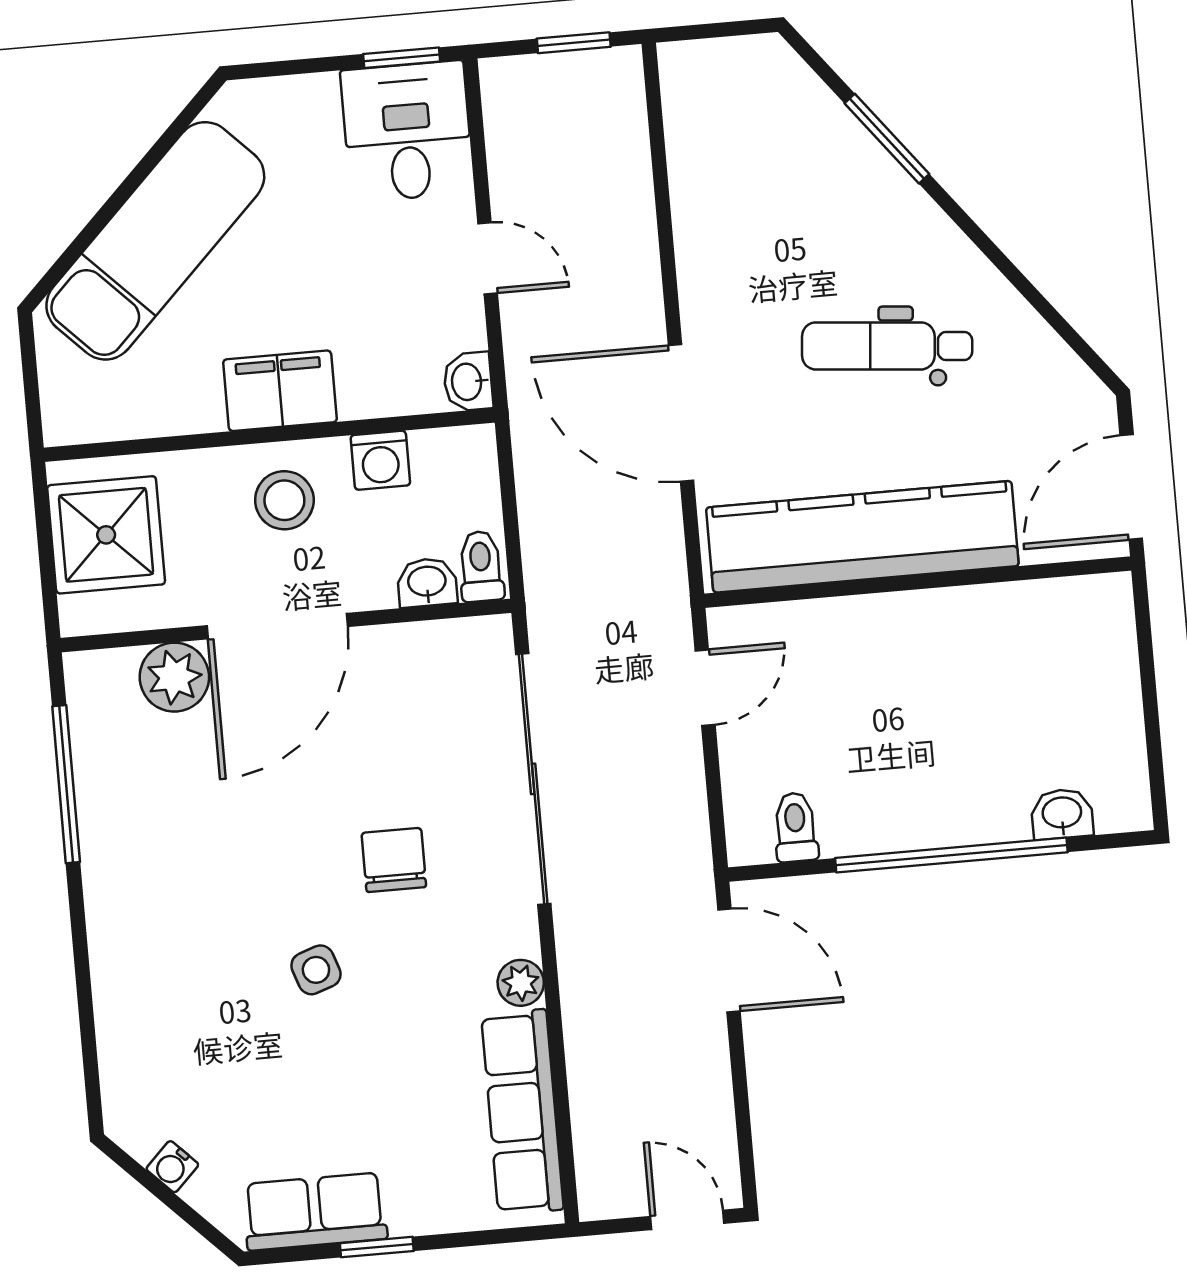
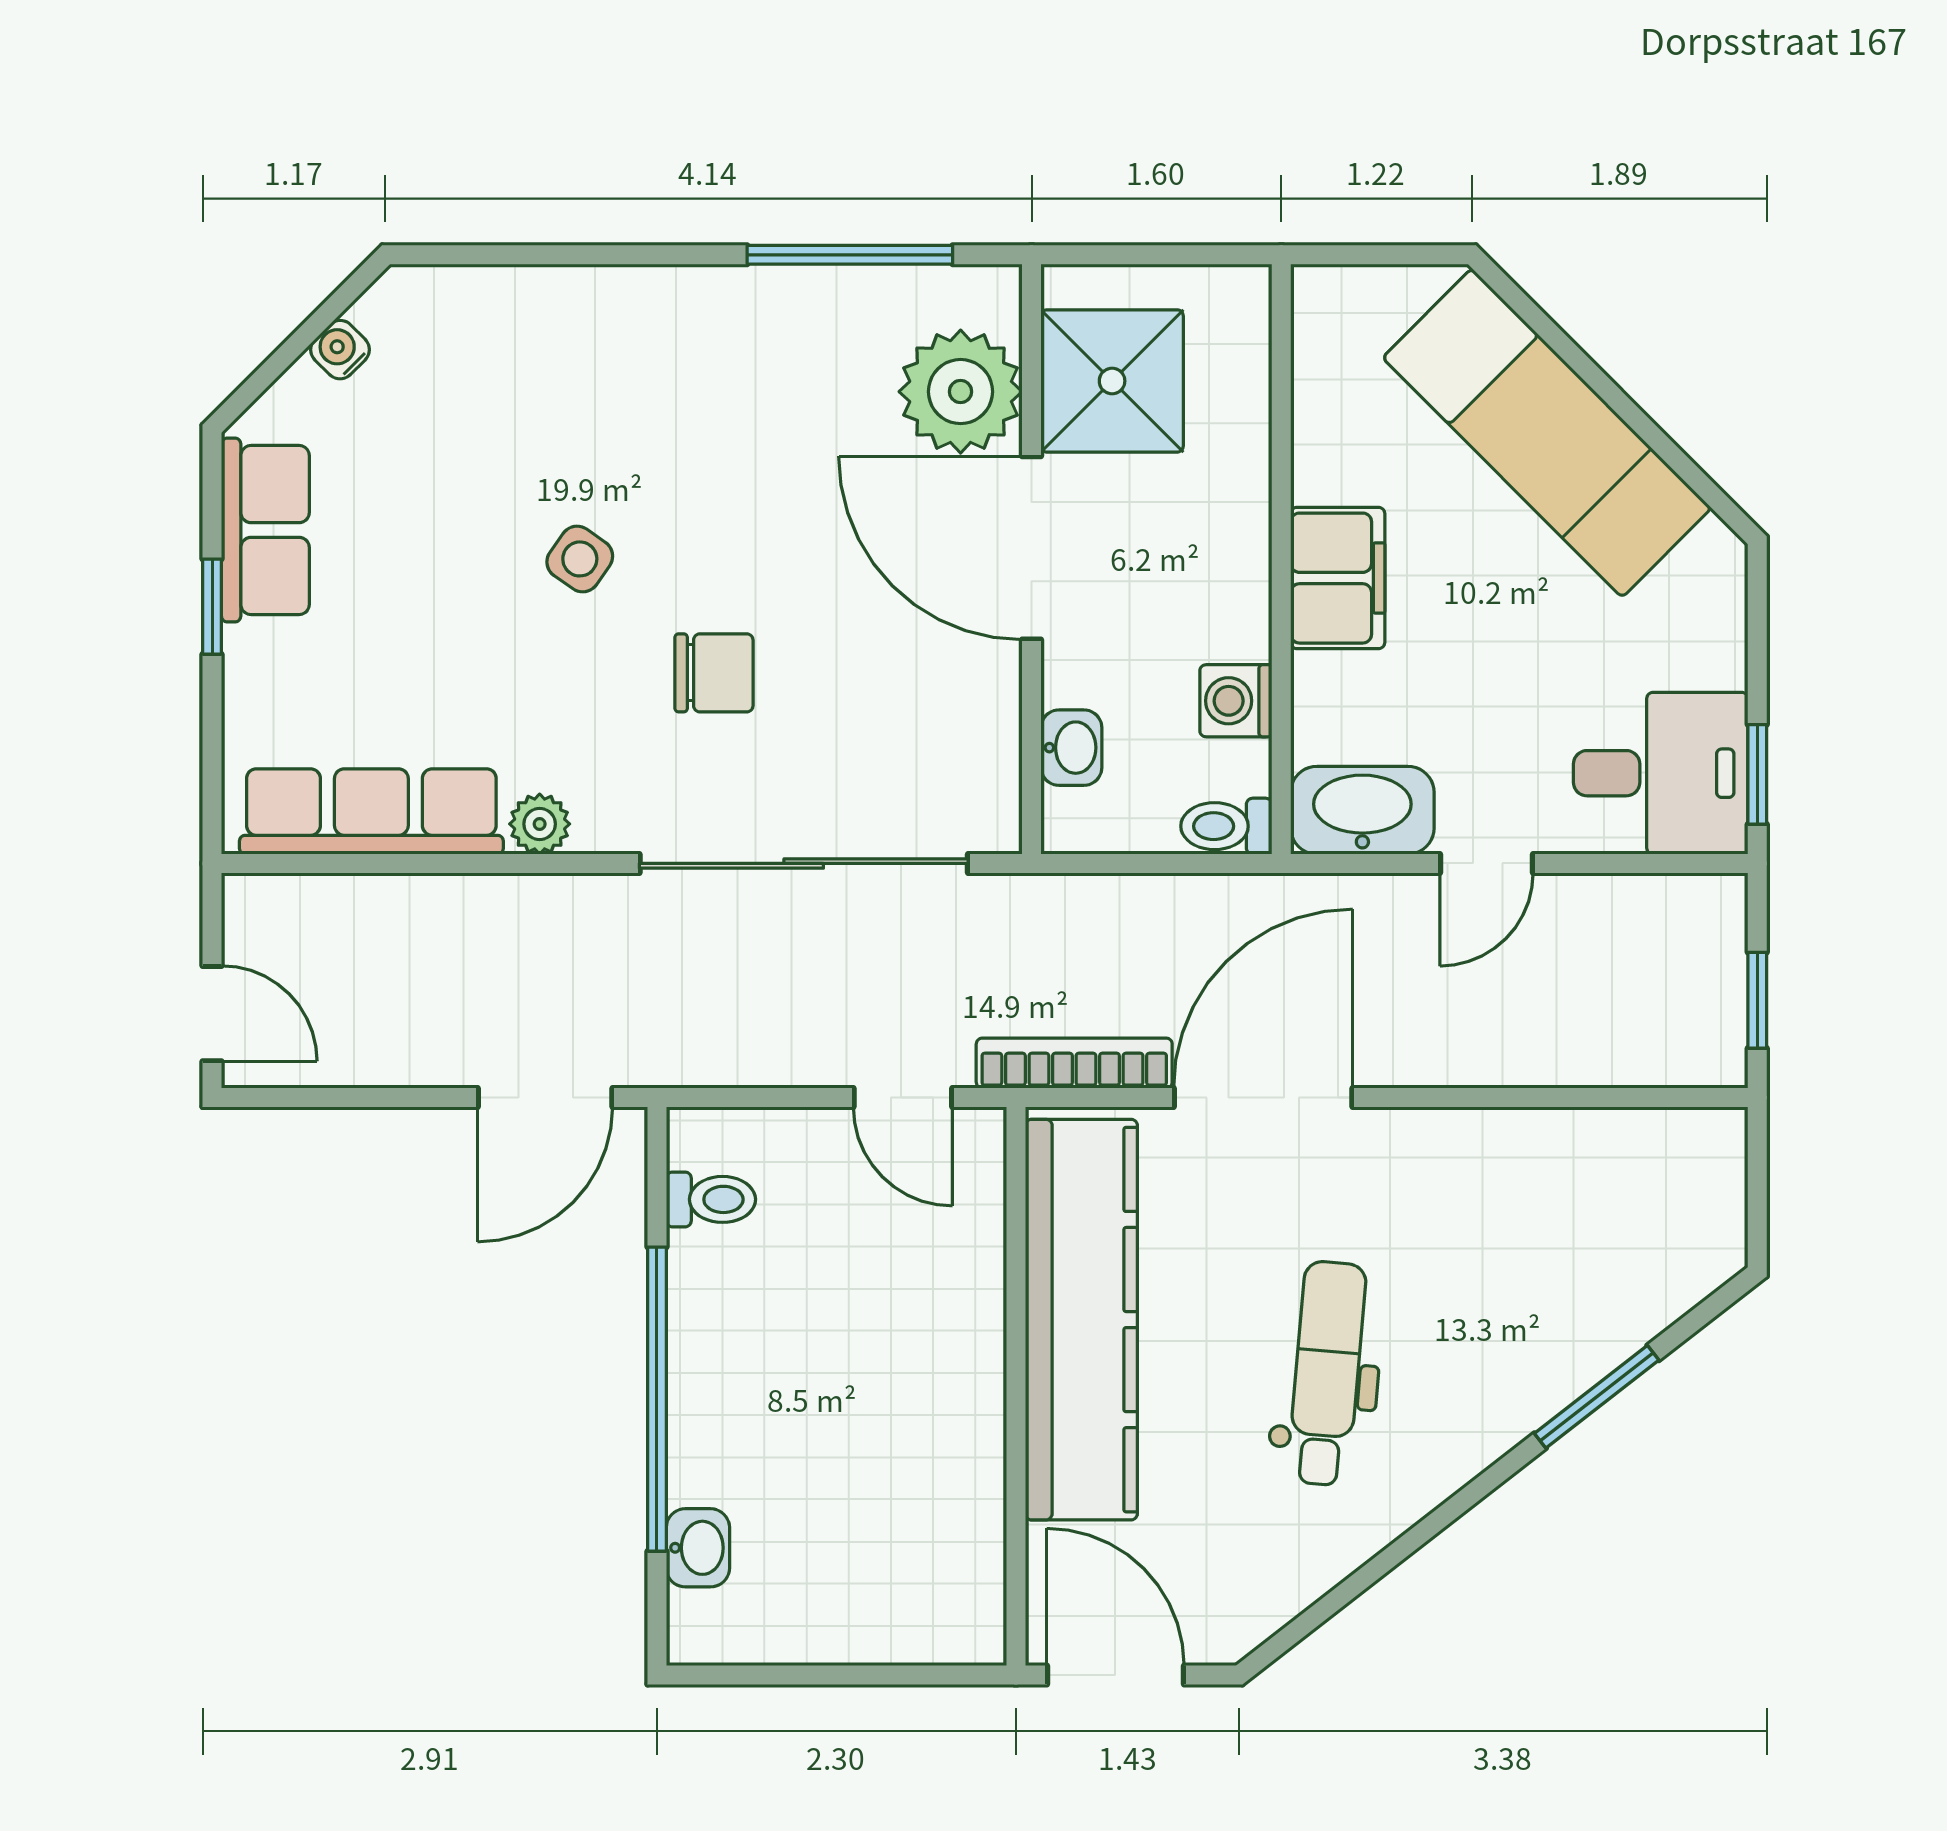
washbasin: (468, 382) -> (1362, 810), width x1.91, depth x1.45
stool: (284, 500) -> (1195, 571), removed
shower: (106, 535) -> (1112, 381), moved
bookcase: (667, 559) -> (1074, 1063), added
toilet: (481, 566) -> (1226, 826), moved, turned 180
plant: (174, 677) -> (961, 392), width x1.36, depth x1.36
side table: (316, 970) -> (580, 559), turned -36
door: (687, 1220) -> (212, 1014), hinge flipped

